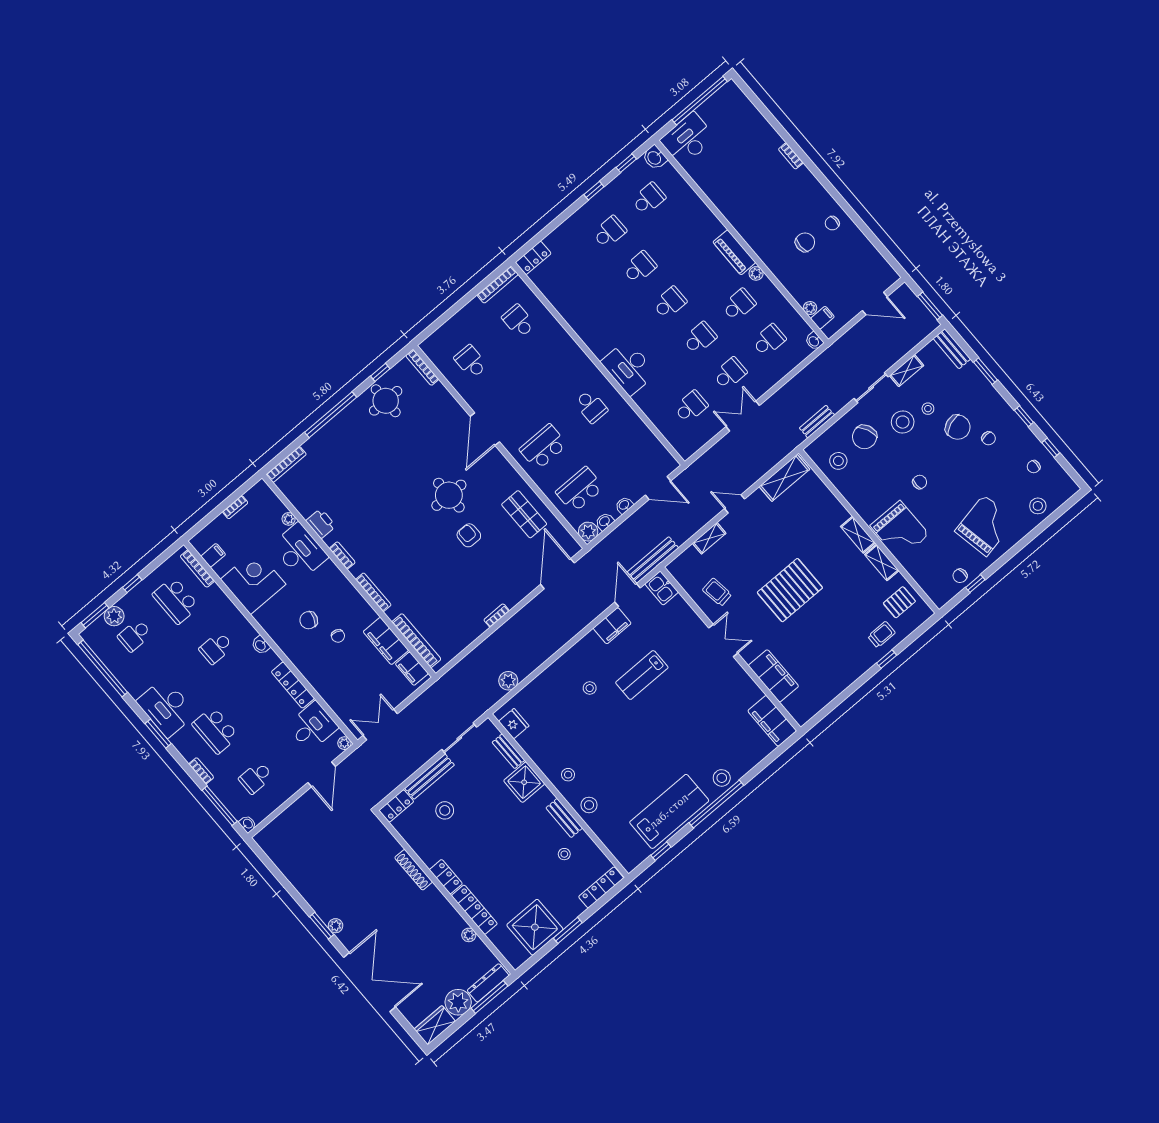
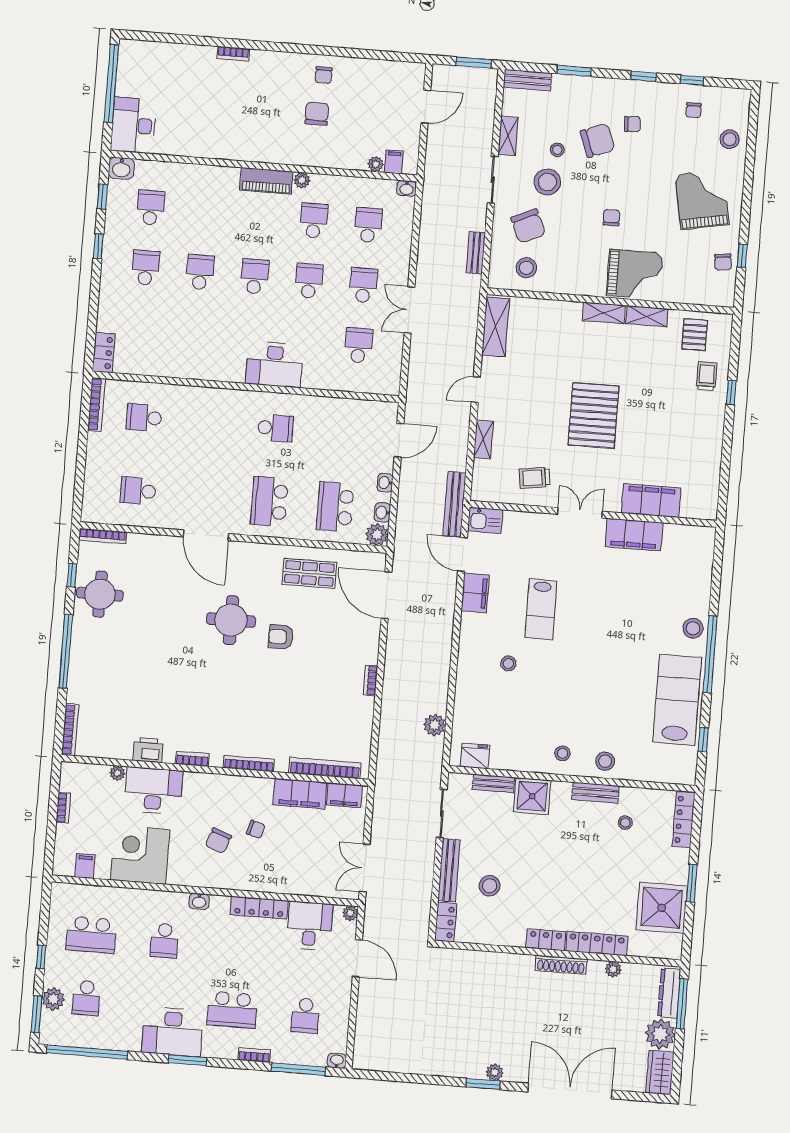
bookcase: (197, 569) -> (83, 890), removed
filing cabinet: (772, 721) -> (634, 535), moved
shoe rack: (414, 870) -> (561, 965), moved

